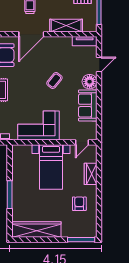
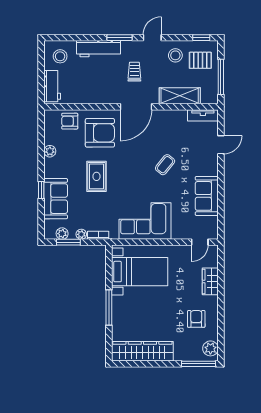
floor lamp: (90, 82) -> (209, 166), removed
bed with nightstands: (51, 167) -> (140, 272), moved, turned -90
plant: (91, 227) -> (210, 348), added

